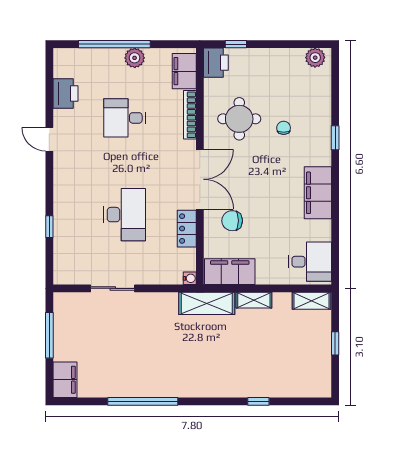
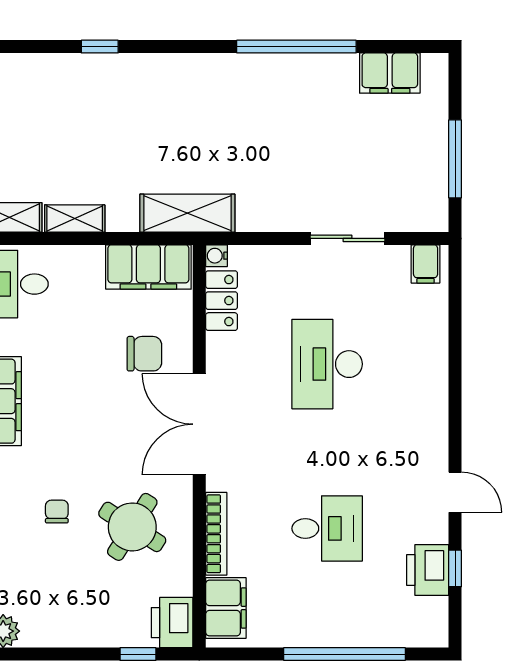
plant: (135, 58) -> (310, 631), removed
round table: (239, 119) -> (132, 527), turned 32
chair: (284, 128) -> (57, 512), turned 180
window: (49, 227) -> (455, 568), moved
locker: (187, 229) -> (222, 301), moved
filing cabinet: (67, 273) -> (426, 264), added
shelving: (254, 300) -> (75, 218), moved
filing cabinet: (65, 380) -> (390, 73), moved, turned -90

